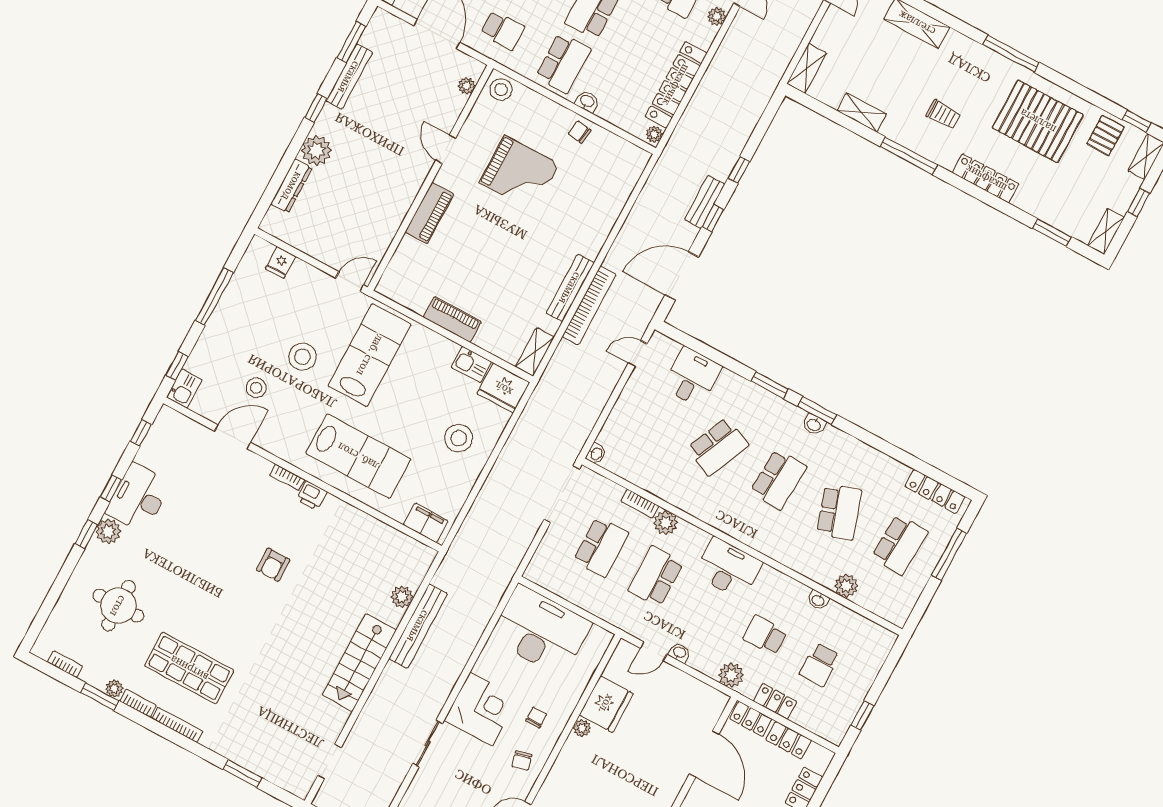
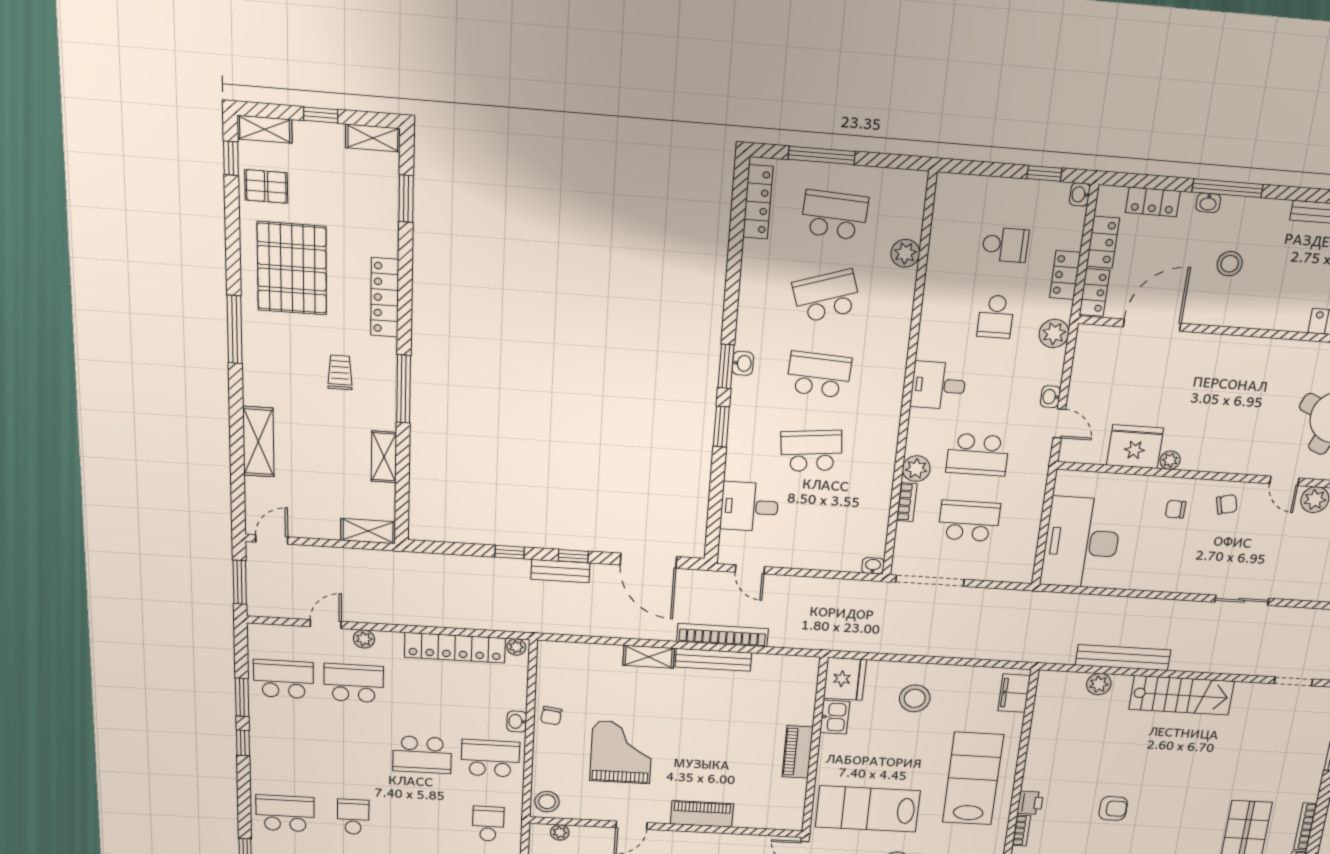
shelving: (535, 352) -> (649, 657), moved
school desk: (718, 447) -> (812, 451), turned -30
desk: (728, 568) -> (938, 385), width x0.73
washbasin: (818, 600) -> (1080, 194), moved, turned 180
corner desk: (481, 709) -> (1187, 565), removed

